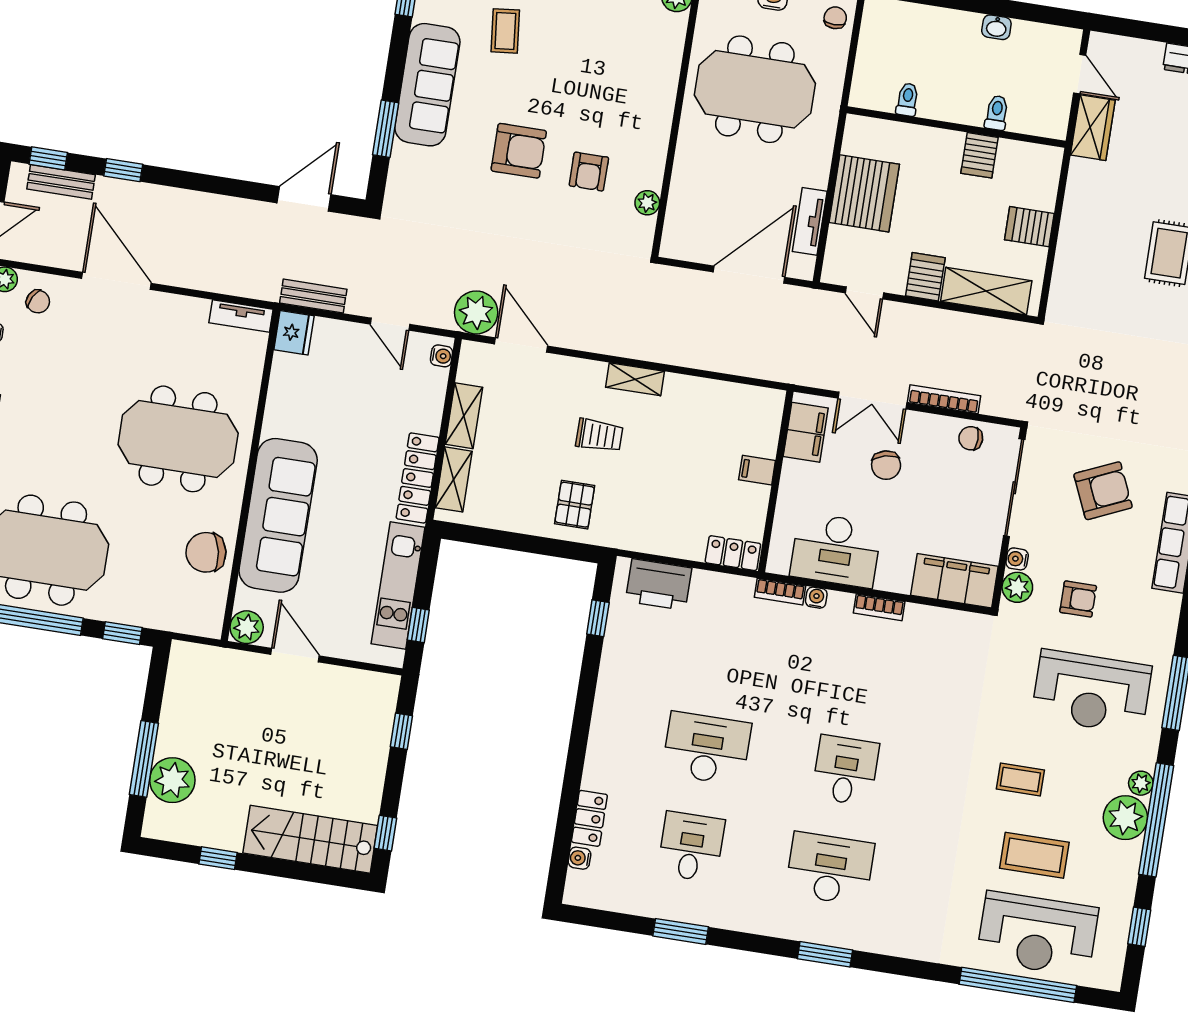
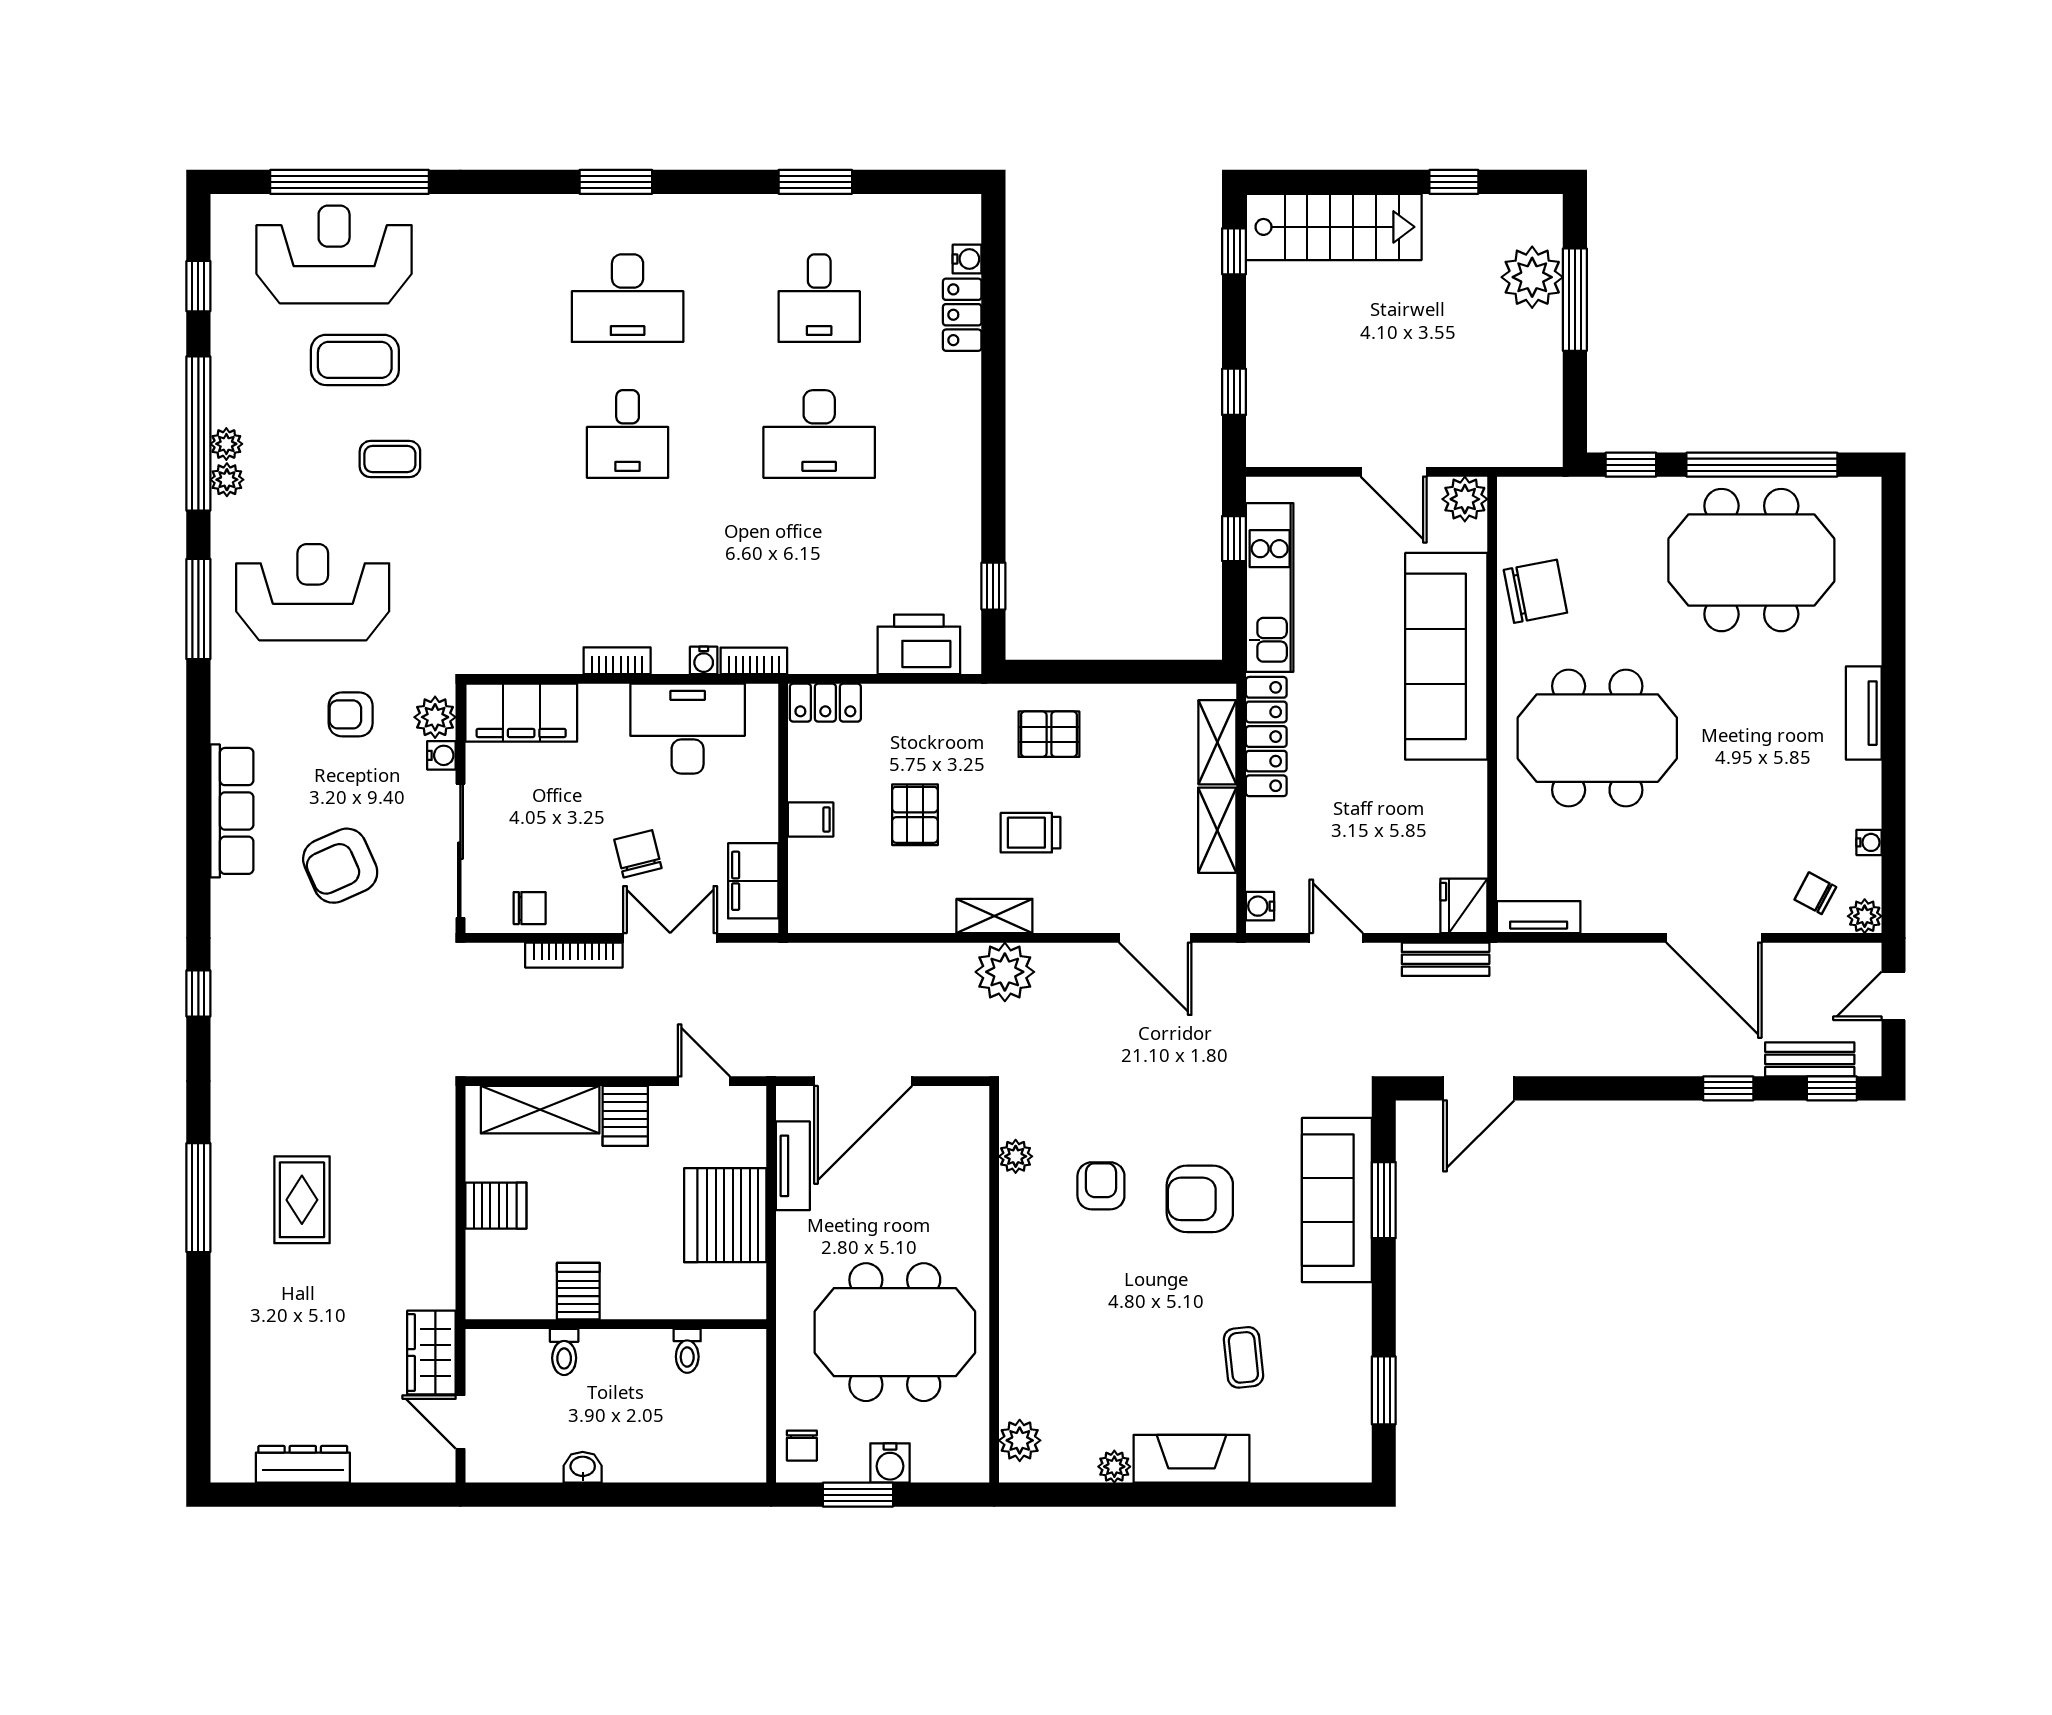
sofa: (427, 85) -> (1337, 1200), moved
plant: (476, 312) -> (1005, 972), moved
pallet: (681, 462) -> (915, 815), added
pallet: (575, 505) -> (1049, 734), turned 90
plant: (1125, 818) -> (226, 444), width x0.53, depth x0.53

